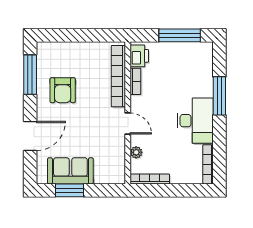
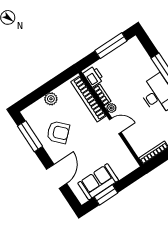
plant: (79, 50) -> (51, 99), added
armchair: (63, 90) -> (58, 132), turned -43
plant: (136, 152) -> (111, 108), moved

